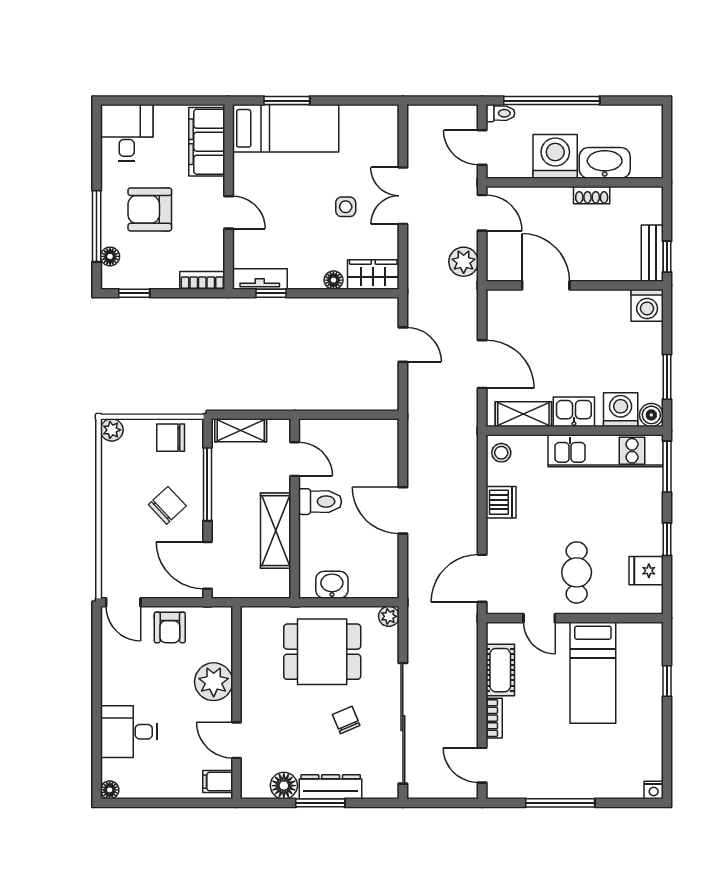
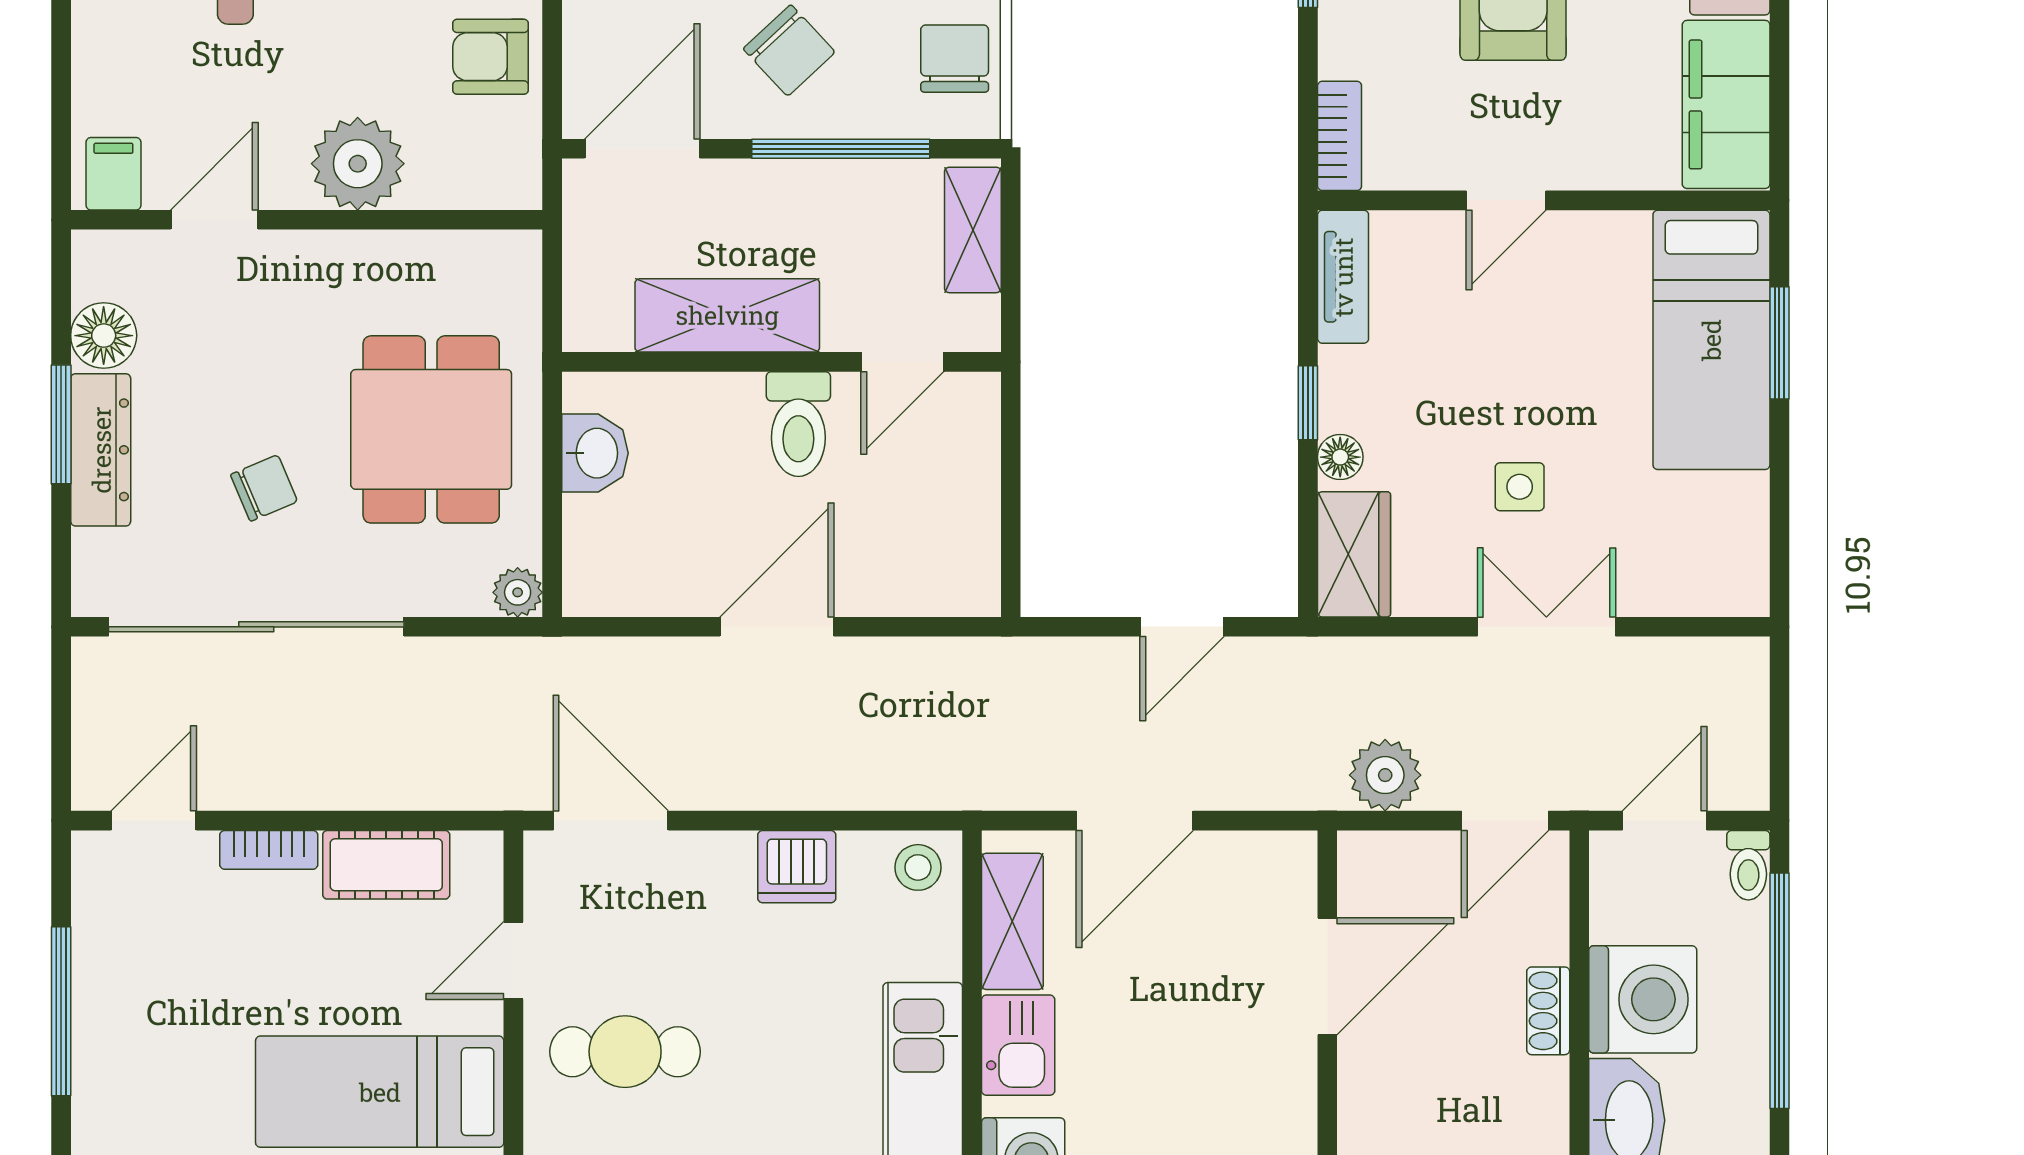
filing cabinet: (207, 142) -> (1726, 104), moved, turned -90
shoe rack: (592, 195) -> (1548, 1011), moved
window: (271, 293) -> (1308, 403), moved

